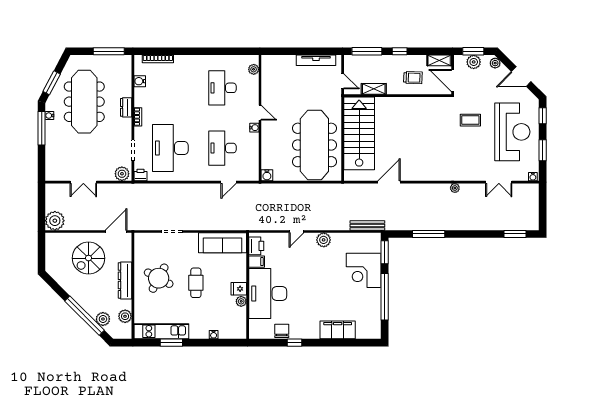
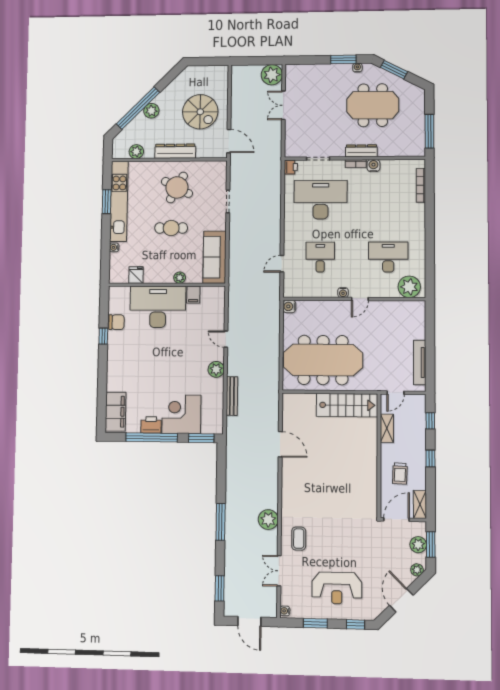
window: (367, 51) -> (430, 421), width x0.46
plant: (254, 69) -> (409, 287), width x1.88, depth x1.88
water cooler: (140, 81) -> (373, 166), moved
meeting table: (84, 102) -> (373, 105), width x0.73
dresser: (126, 107) -> (361, 151), width x1.44
coffee table: (470, 120) -> (299, 539), moved
window: (42, 128) -> (343, 59), width x0.69
reception desk: (512, 132) -> (337, 588), width x0.74, depth x0.77
stairs: (359, 133) -> (347, 405), width x0.73, depth x0.66
desk: (222, 148) -> (320, 257), width x0.73
plant: (122, 174) -> (292, 147), removed
door: (228, 182) -> (282, 264), hinge flipped
plant: (455, 188) -> (268, 520), width x1.88, depth x1.88
door: (543, 208) -> (249, 621), added
plant: (55, 221) -> (272, 75), moved
bench: (367, 225) -> (232, 396), moved
window: (429, 234) -> (221, 522), moved
printer: (256, 246) -> (151, 425), moved, turned 180
spiral stairs: (89, 258) -> (200, 112), turned 180
fridge: (239, 289) -> (136, 275), moved
plant: (241, 301) -> (180, 278), moved
plant: (103, 319) -> (151, 111), moved
filing cabinet: (338, 330) -> (116, 412), moved
kitchen unit: (161, 331) -> (119, 201), width x1.36

